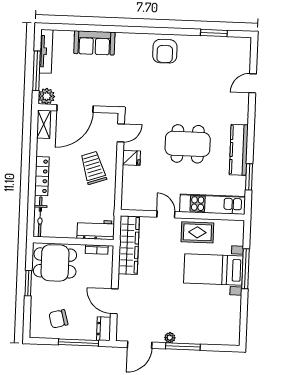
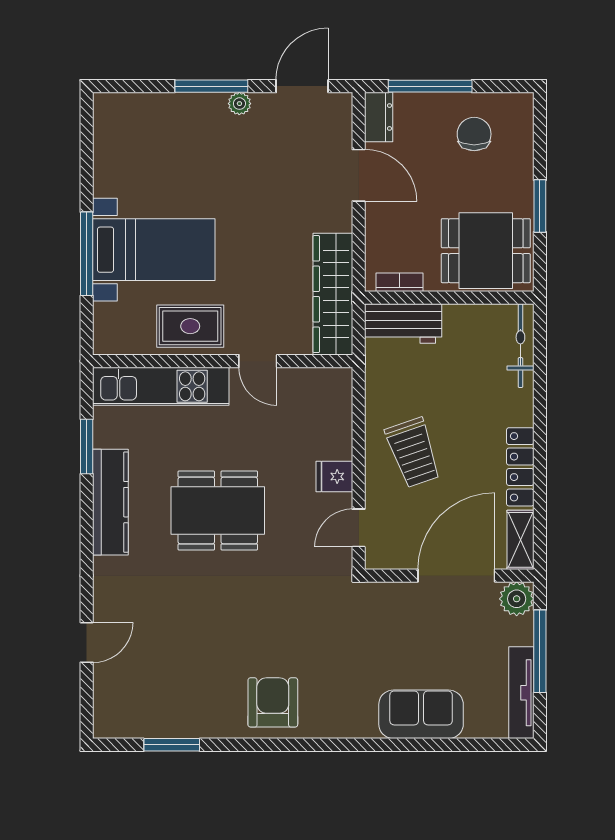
locker: (42, 176) -> (520, 467), moved
chair: (58, 319) -> (474, 134), turned -75

